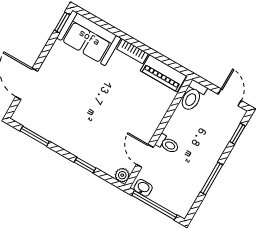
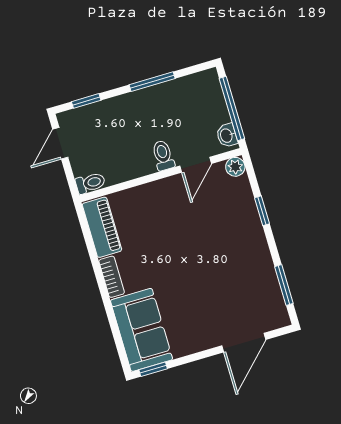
toilet: (193, 96) -> (90, 183), width x0.73, depth x0.72

